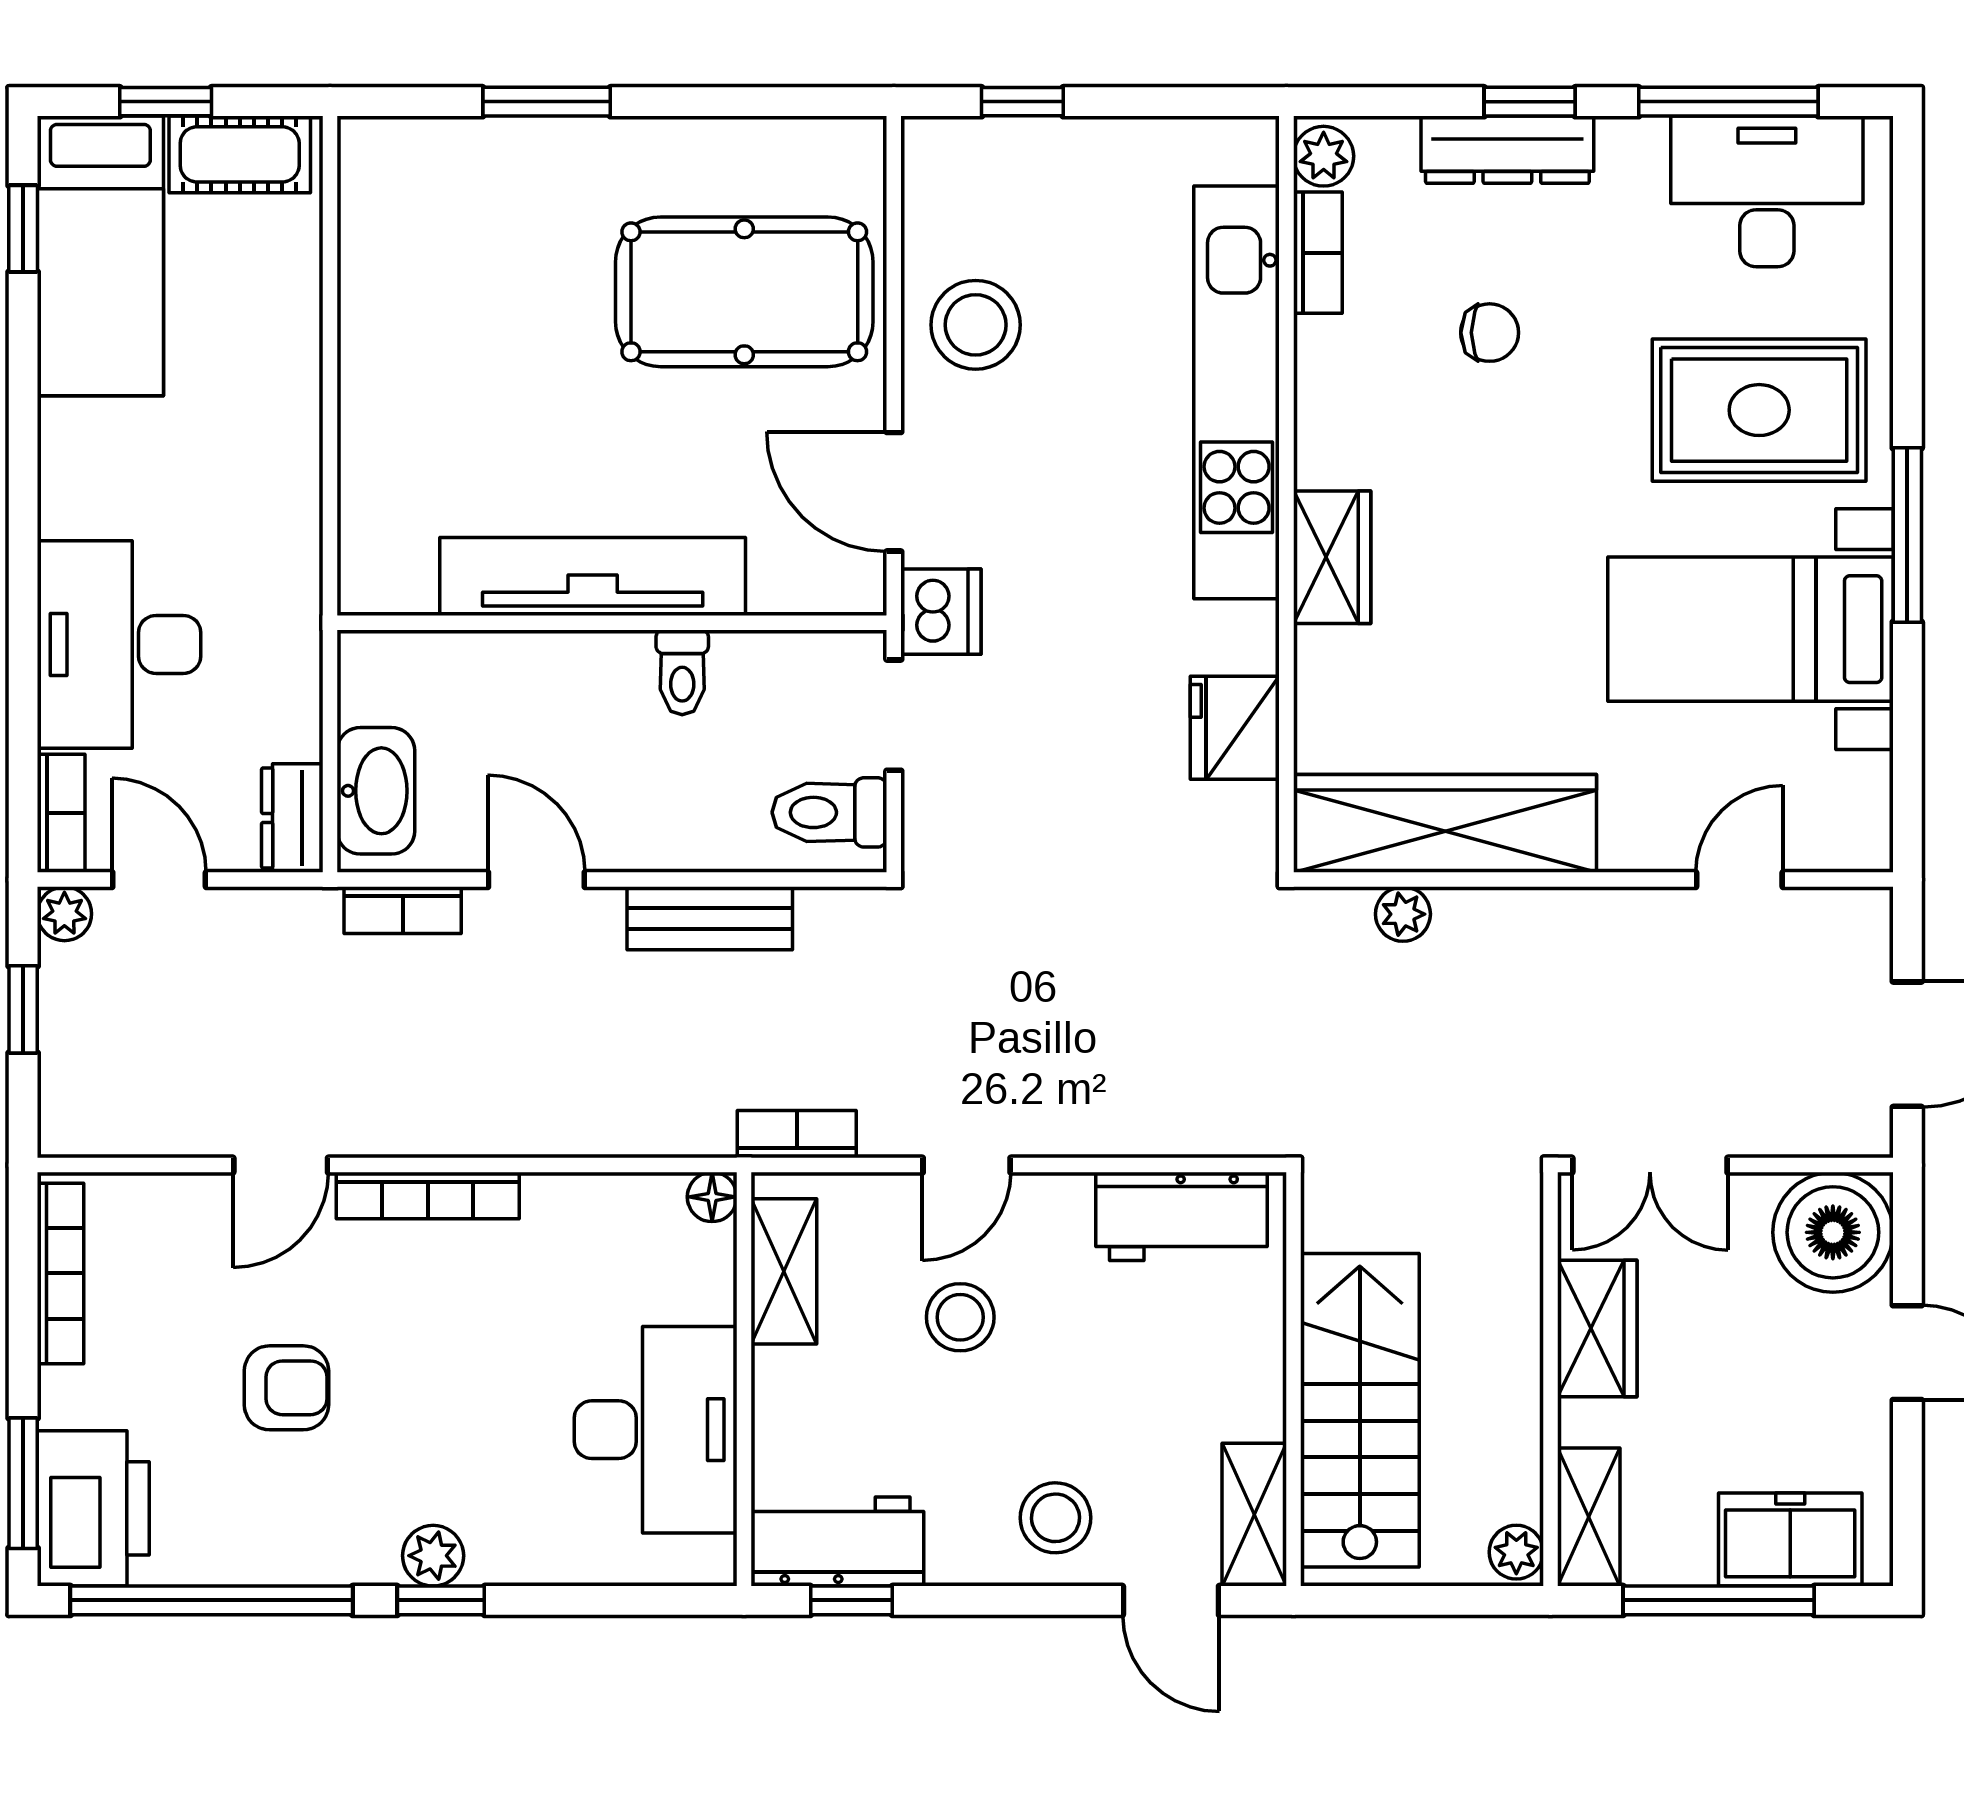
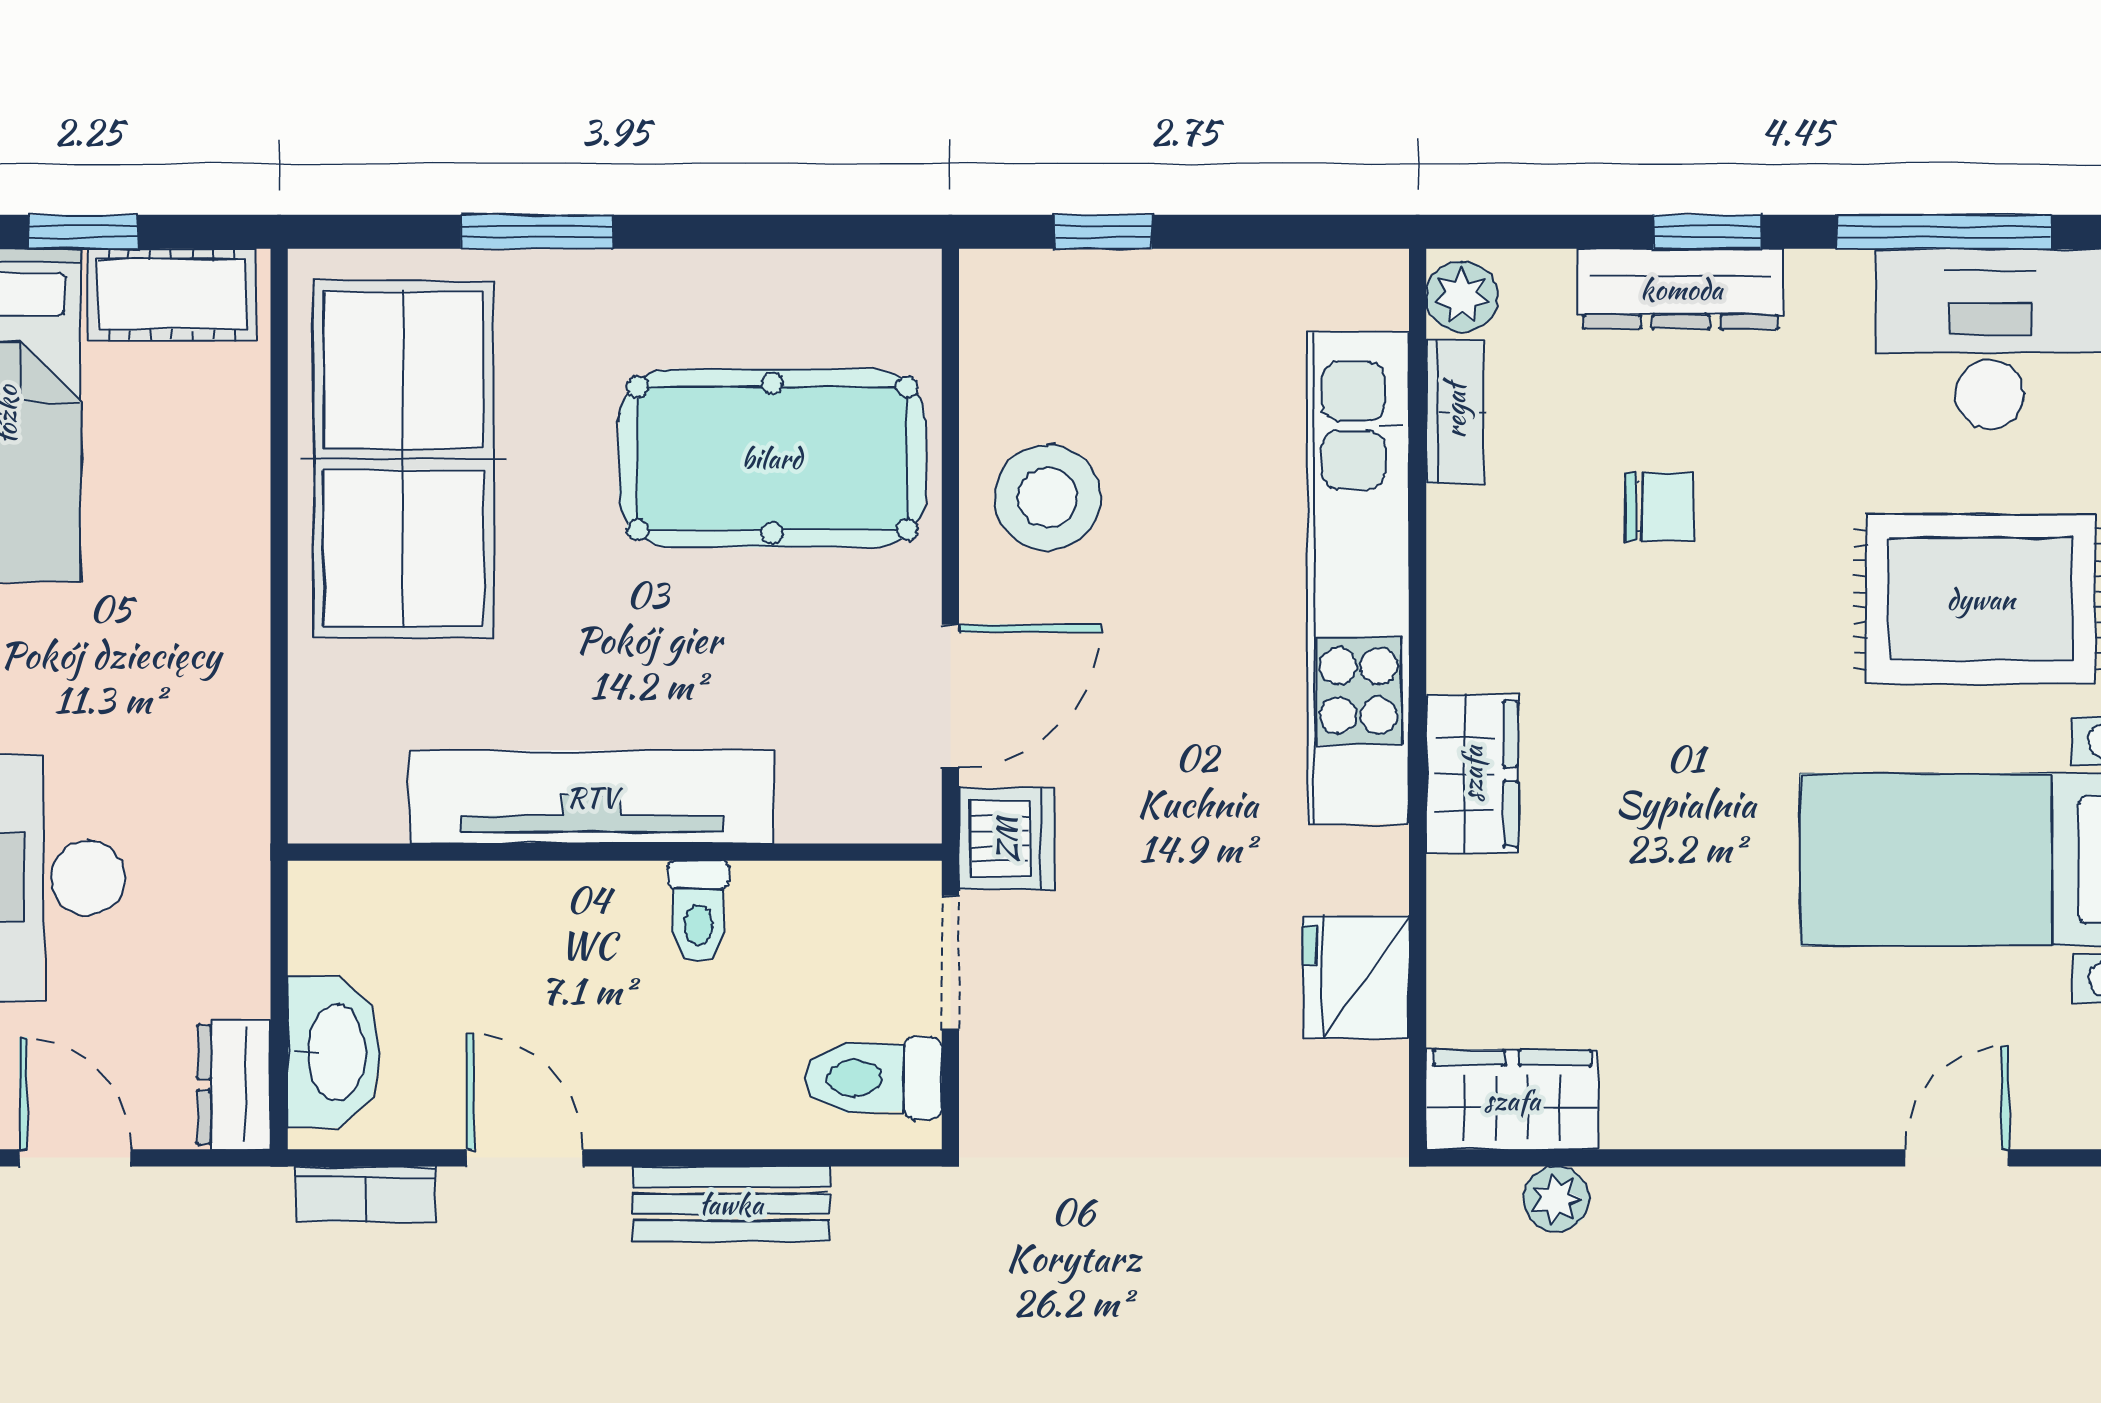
table tennis table: (435, 293) -> (404, 459), added
door: (894, 492) -> (950, 696), swing flipped
wardrobe: (1445, 823) -> (1512, 1100), width x0.48, depth x0.85

